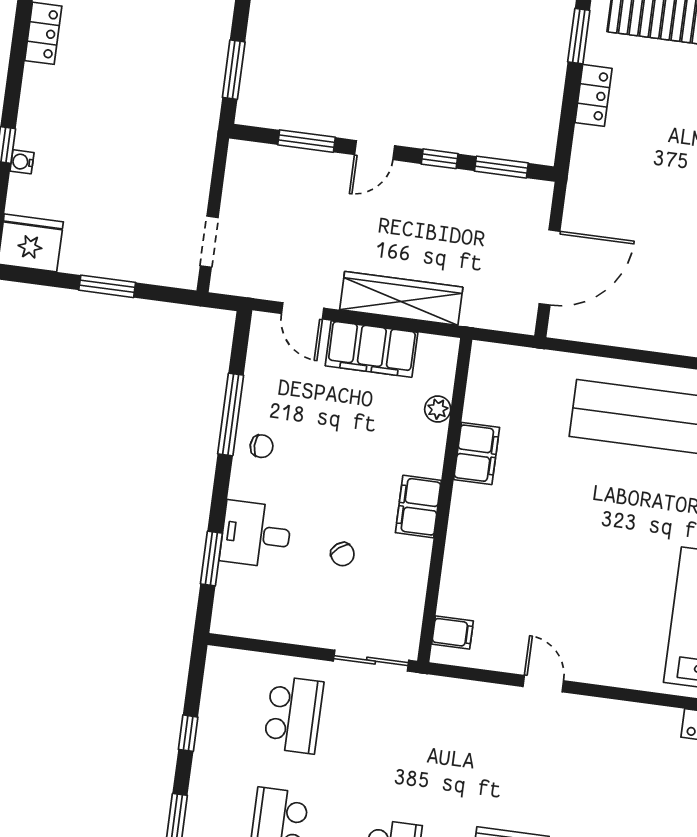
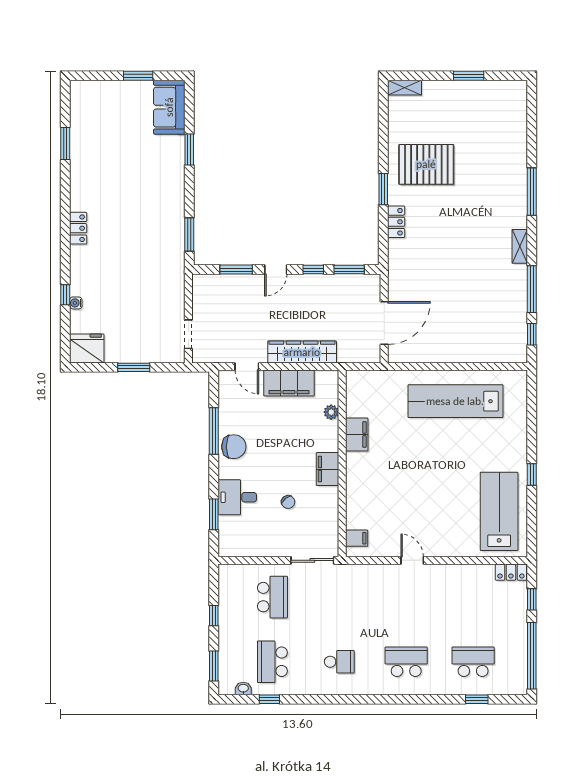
chair: (262, 446) -> (234, 447), width x1.87, depth x1.87

